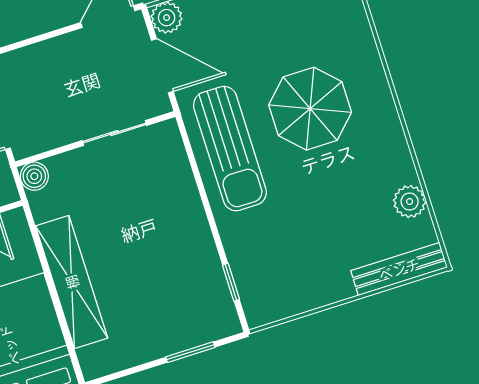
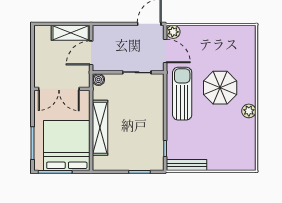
sun lounger: (230, 149) -> (182, 94), turned 180
plant: (410, 202) -> (249, 111), moved
bench: (399, 269) -> (187, 165), moved

